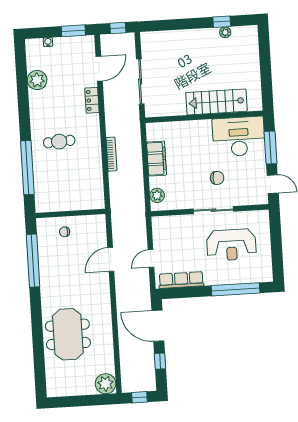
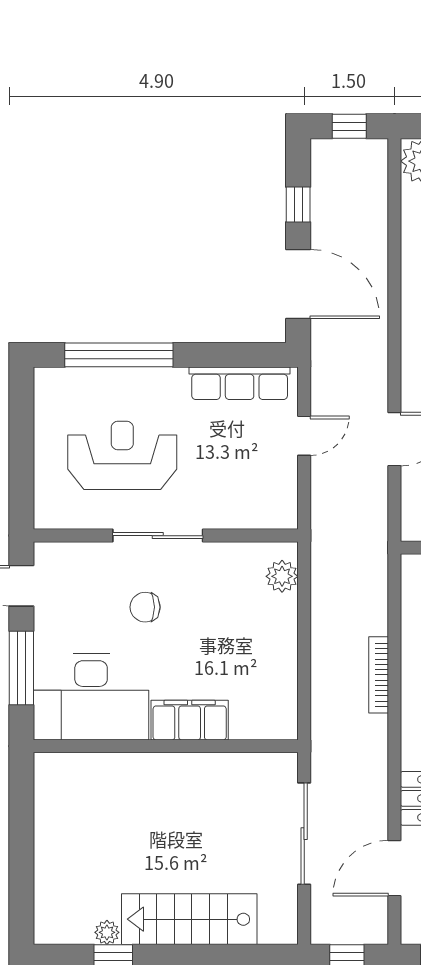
stairs: (216, 102) -> (189, 919), moved, turned 180
filing cabinet: (157, 159) -> (190, 720), moved, turned 90

